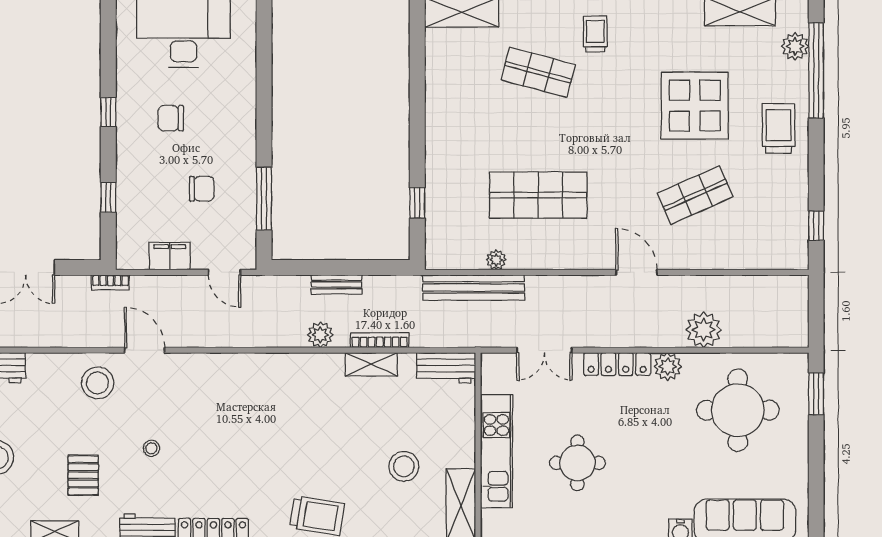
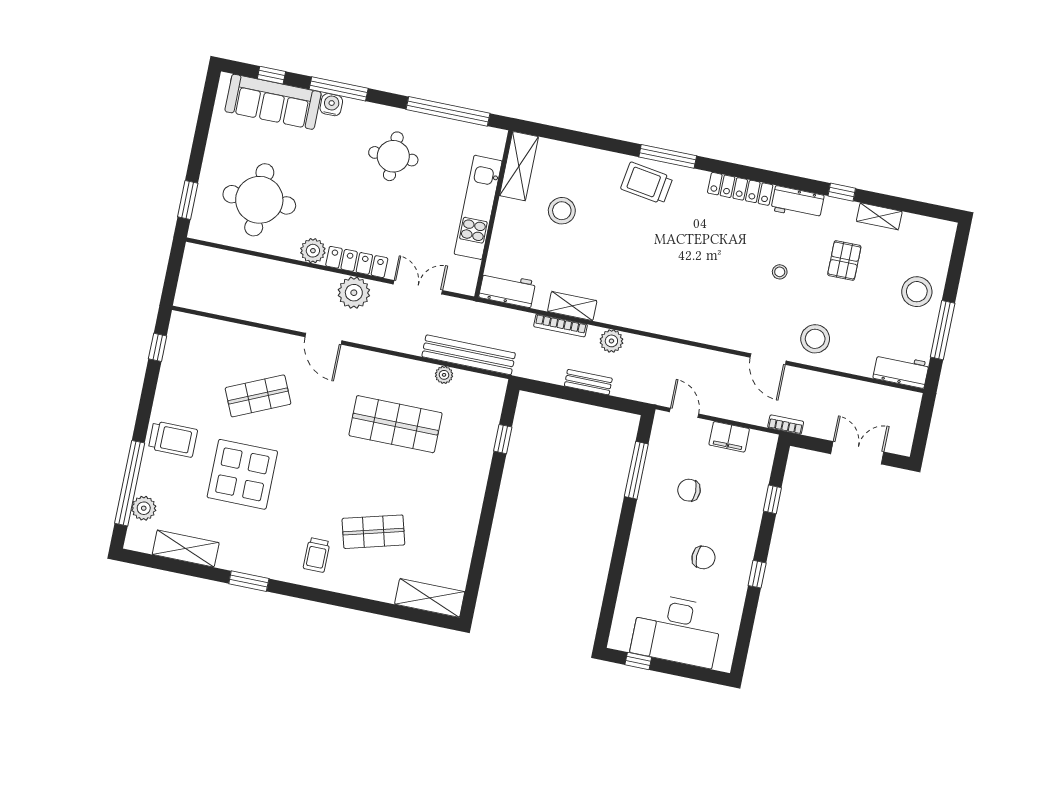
shop shelf: (538, 72) -> (373, 532), turned -30
trolley: (779, 129) -> (173, 439), turned -90
plant: (704, 330) -> (354, 293), moved
round table: (577, 463) -> (393, 156), moved

